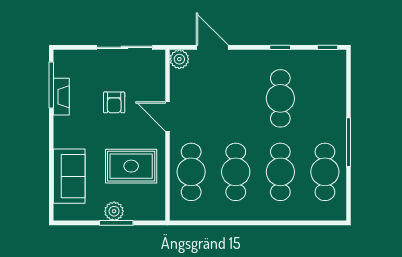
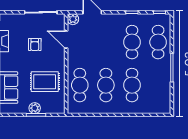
door: (168, 116) -> (66, 39), moved
cafe table: (325, 172) -> (158, 42), moved

